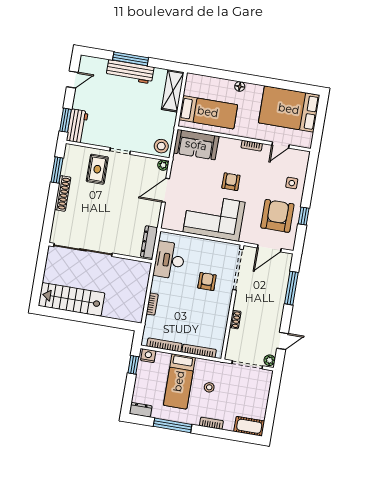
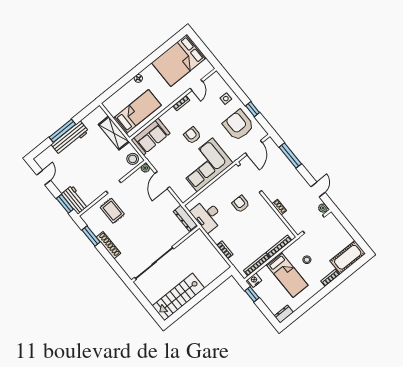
shelving: (173, 91) -> (114, 133), moved
window: (173, 425) -> (311, 303), removed
cot: (249, 426) -> (348, 257), width x1.37, depth x1.34

